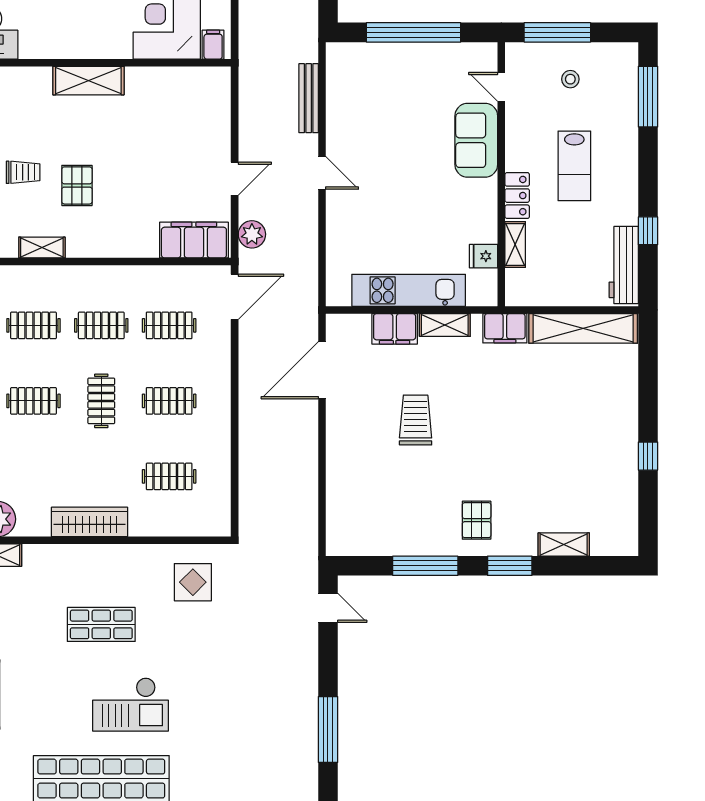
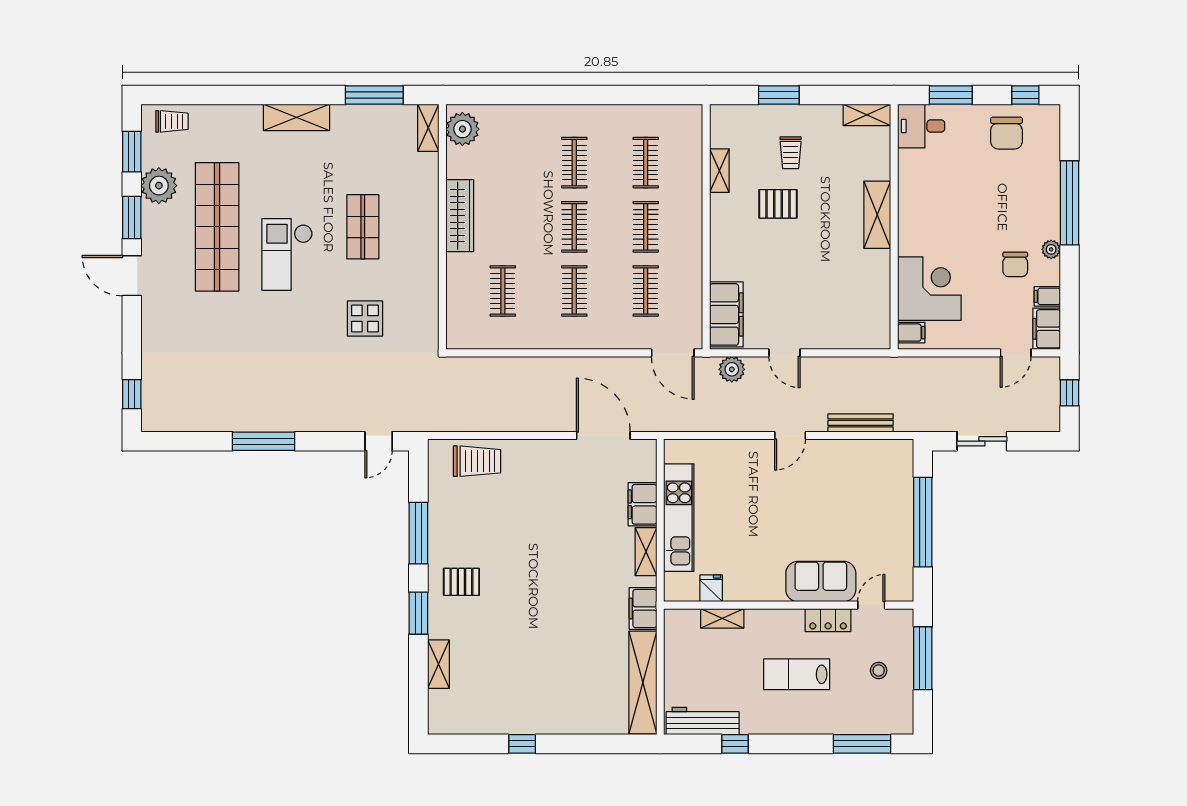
locker: (517, 196) -> (828, 620), moved
clothes rail: (101, 401) -> (574, 227), turned 90
trolley: (416, 420) -> (477, 461), moved
display table: (193, 582) -> (365, 319), moved

